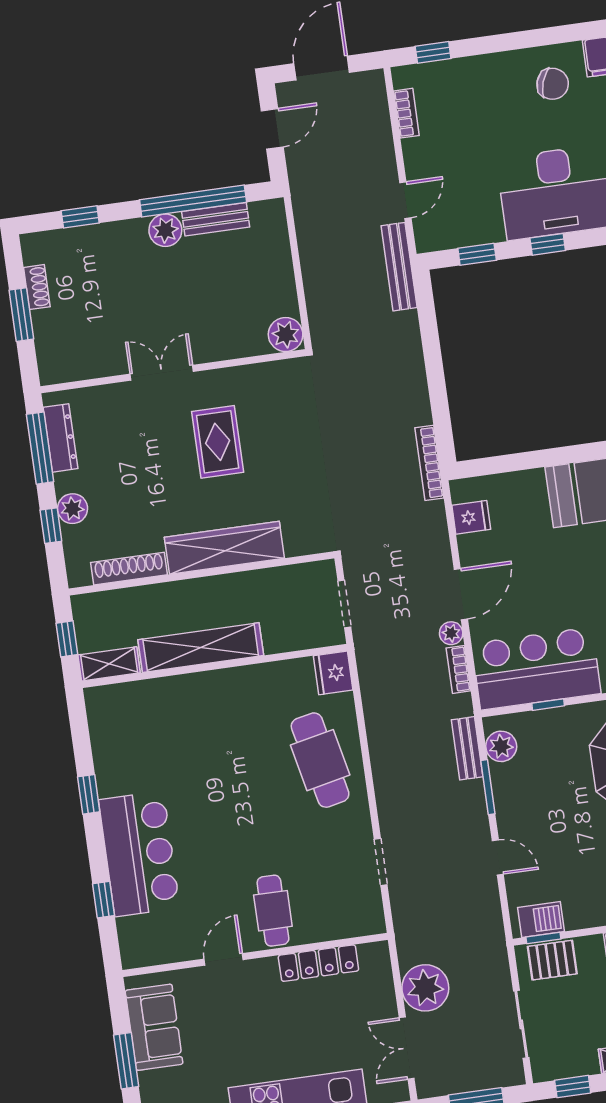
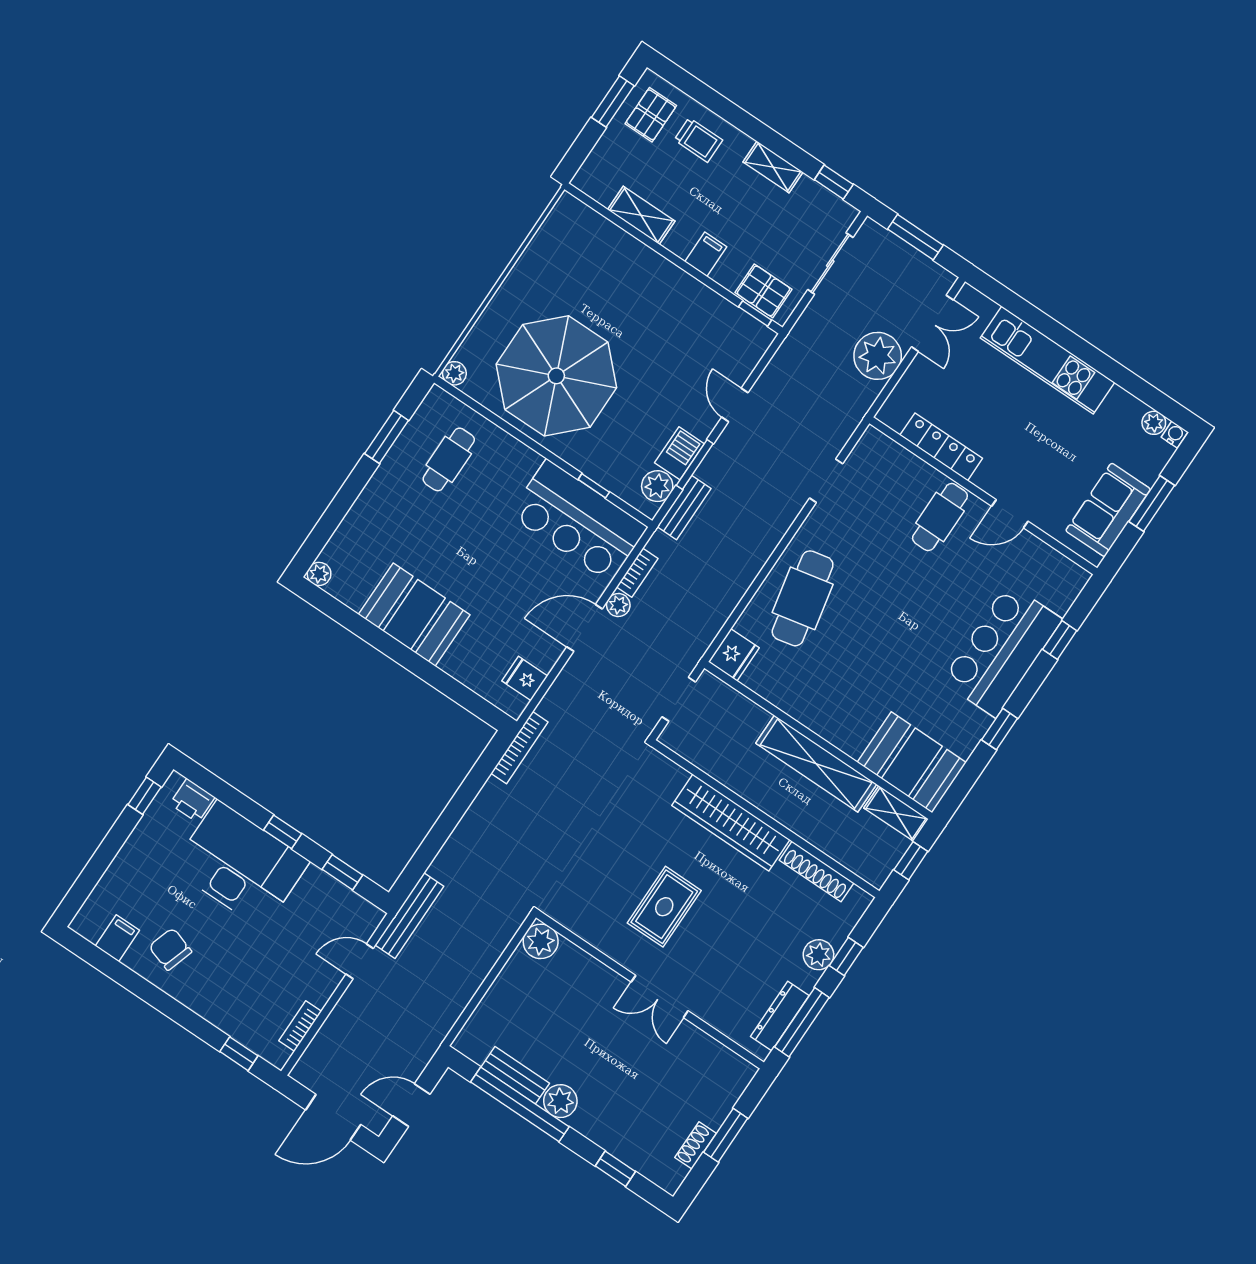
booth: (131, 712) -> (912, 762), added
barbecue: (541, 919) -> (679, 453), moved, turned 90

